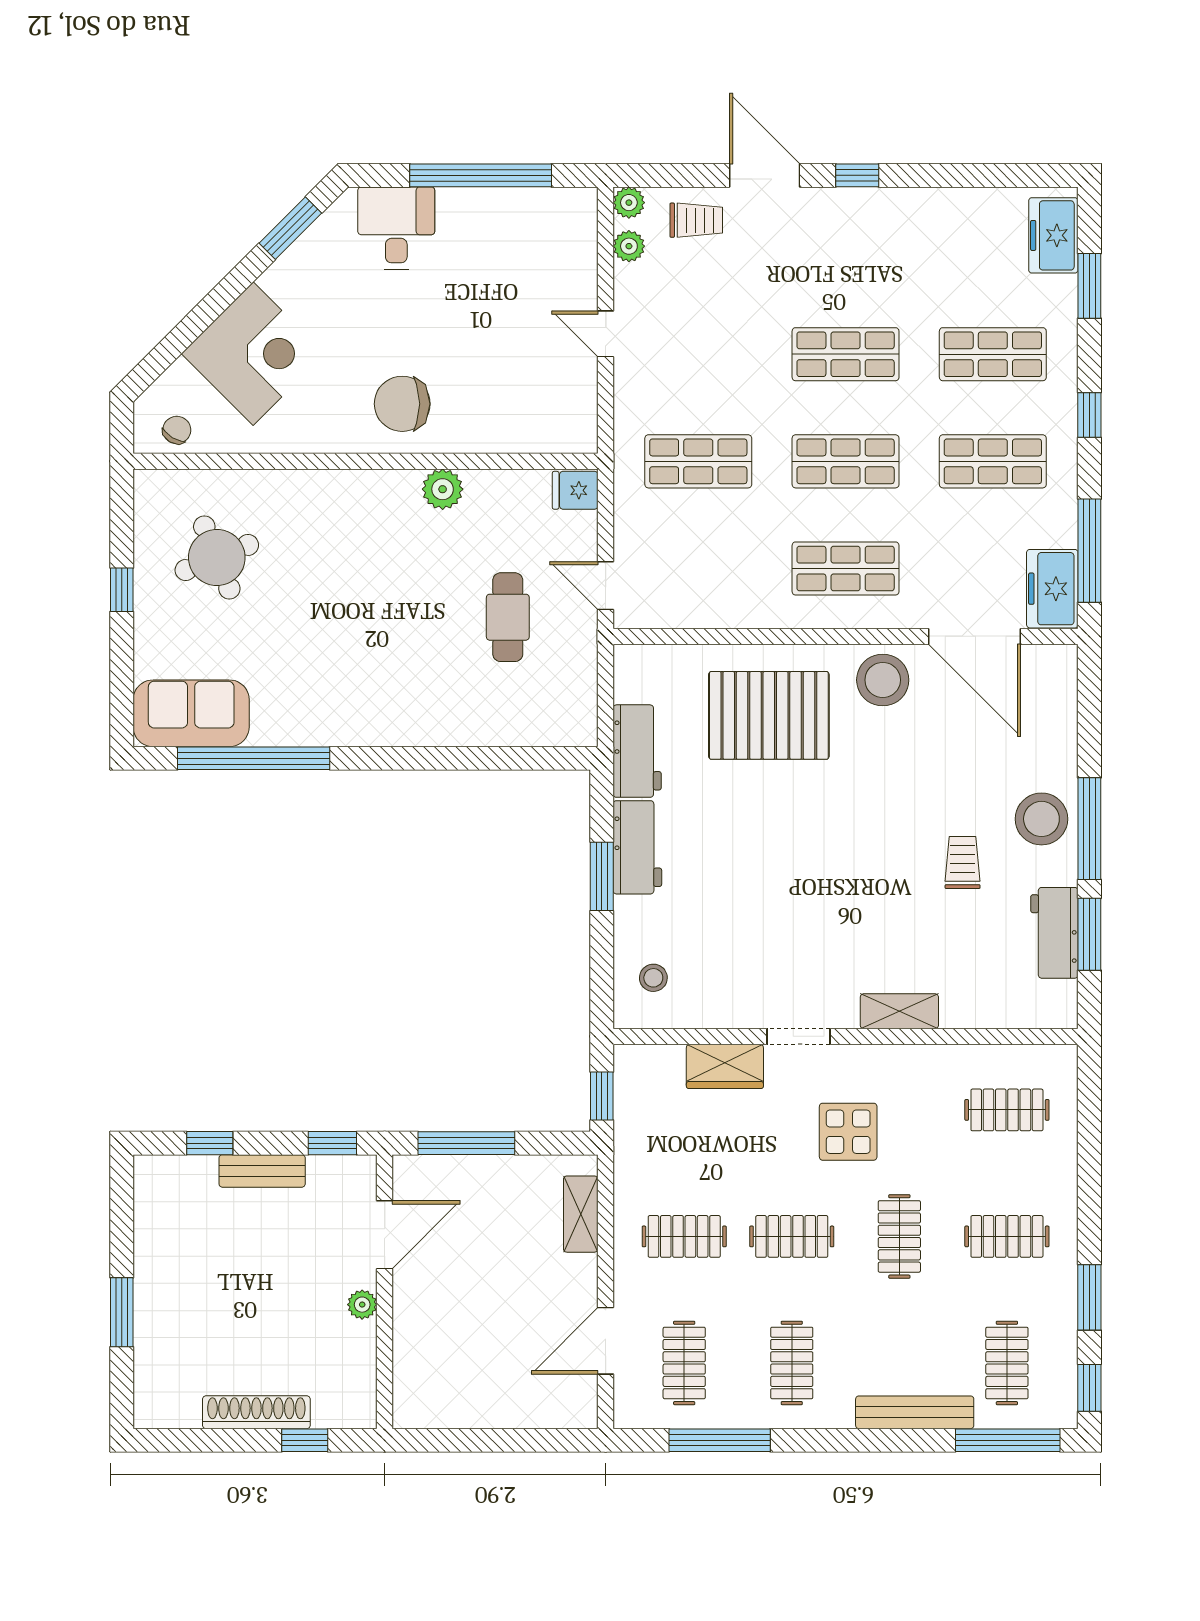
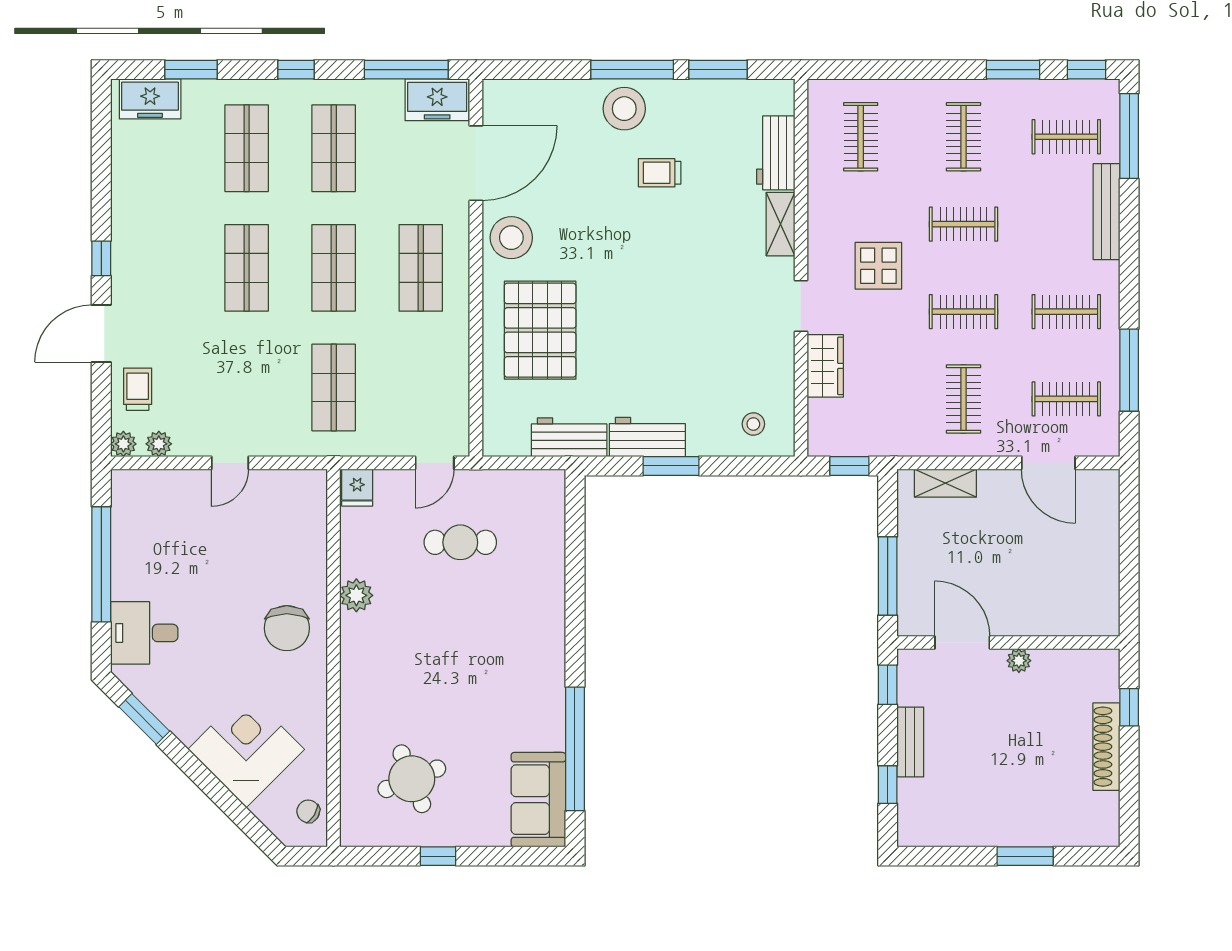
workbench: (1054, 933) -> (776, 153), moved, turned 90
clothes rail: (792, 1236) -> (964, 312), turned 90

